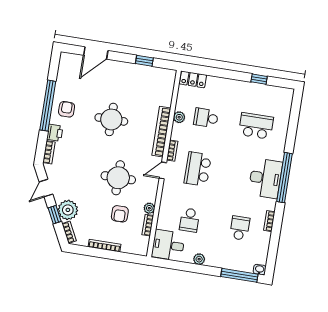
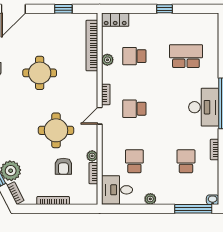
window: (259, 79) -> (164, 9), moved
bookcase: (161, 132) -> (92, 46), moved
school desk: (198, 169) -> (134, 109), width x0.54
school desk: (190, 220) -> (134, 161), turned 180

